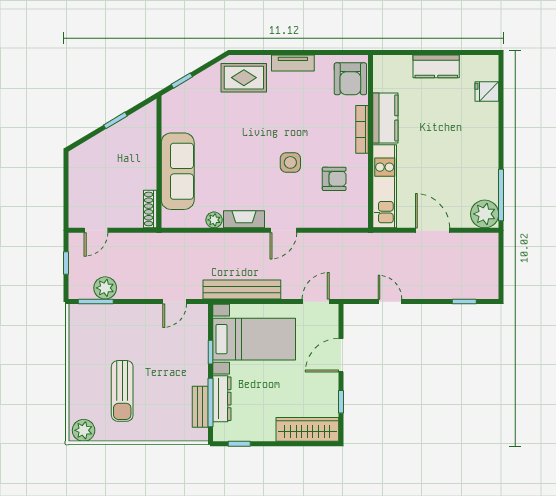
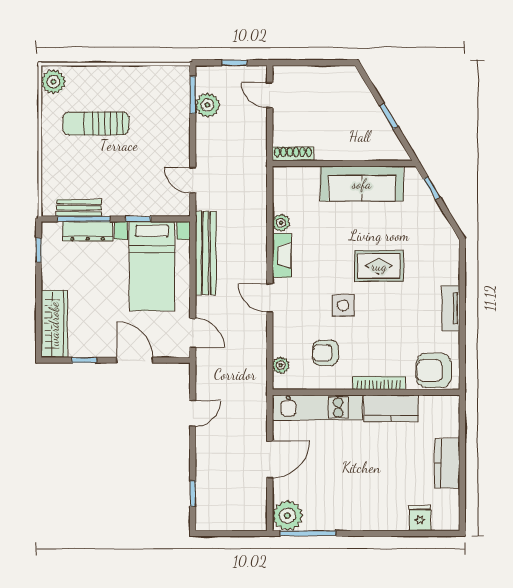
rug: (244, 78) -> (379, 266), moved, turned 90
sofa: (178, 171) -> (362, 184), moved
armchair: (334, 179) -> (325, 353), turned 90
plant: (346, 220) -> (281, 365), added

